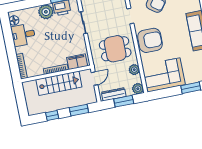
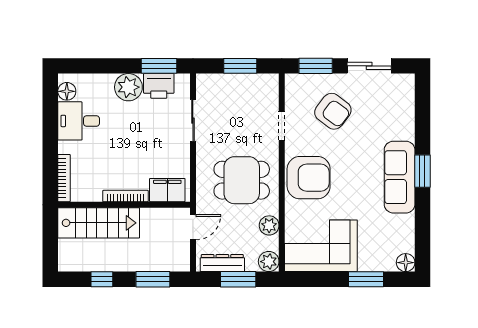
stairs: (59, 83) -> (99, 223), moved

